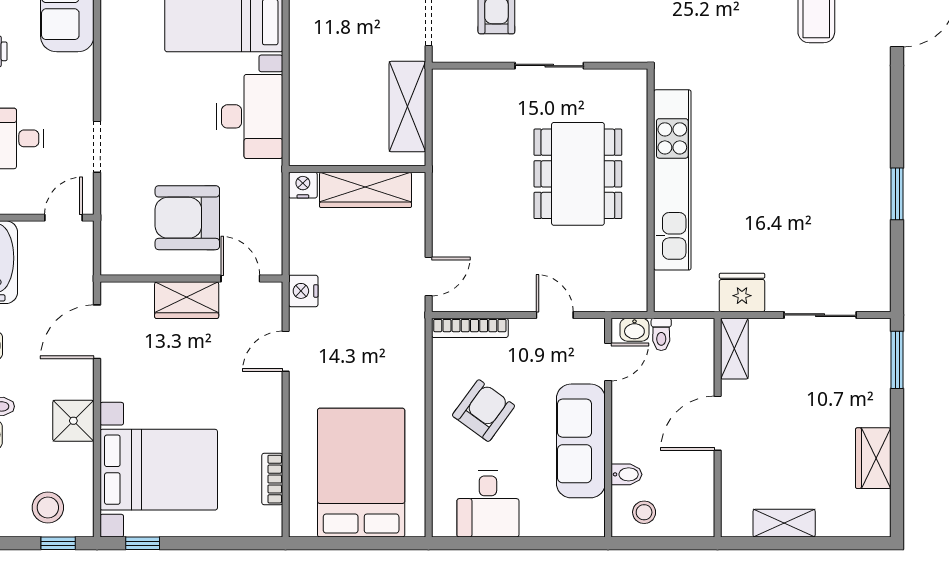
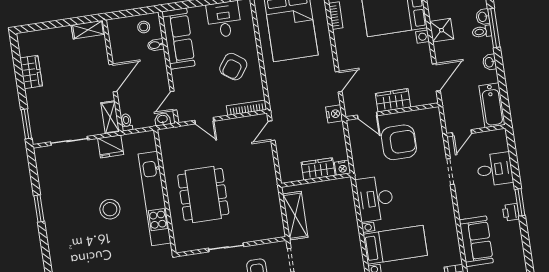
stool: (761, 172) -> (110, 209), added
wardrobe: (365, 190) -> (318, 169), width x0.67
toilet: (661, 334) -> (126, 122), moved
sofa: (581, 441) -> (178, 39), moved
shelving: (784, 523) -> (88, 30), moved

